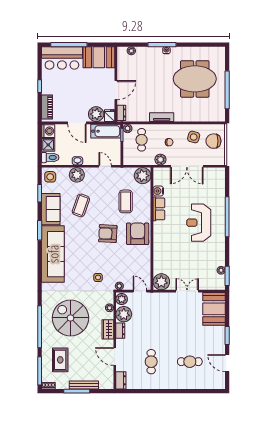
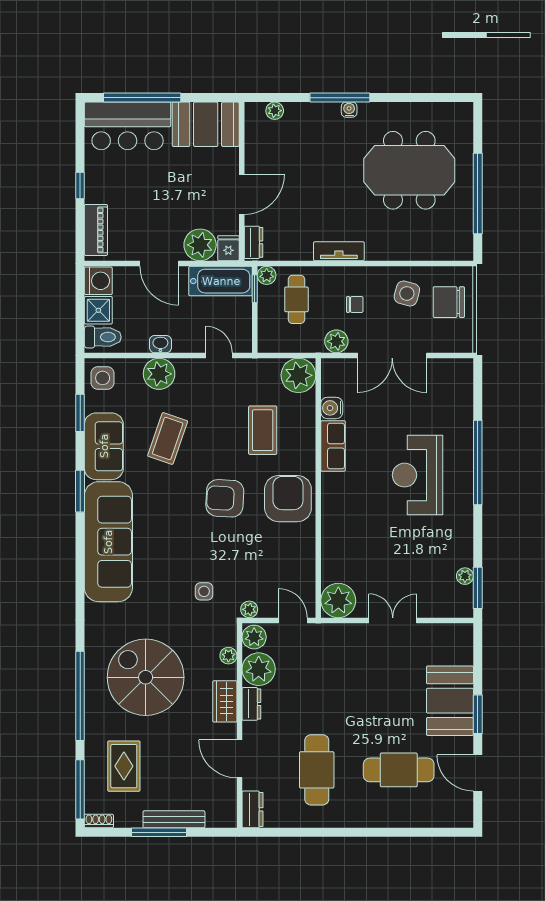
booth: (214, 309) -> (450, 701), moved
cafe table: (151, 362) -> (317, 770), width x1.37, depth x1.35
cafe table: (190, 362) -> (399, 770), width x1.37, depth x1.35

